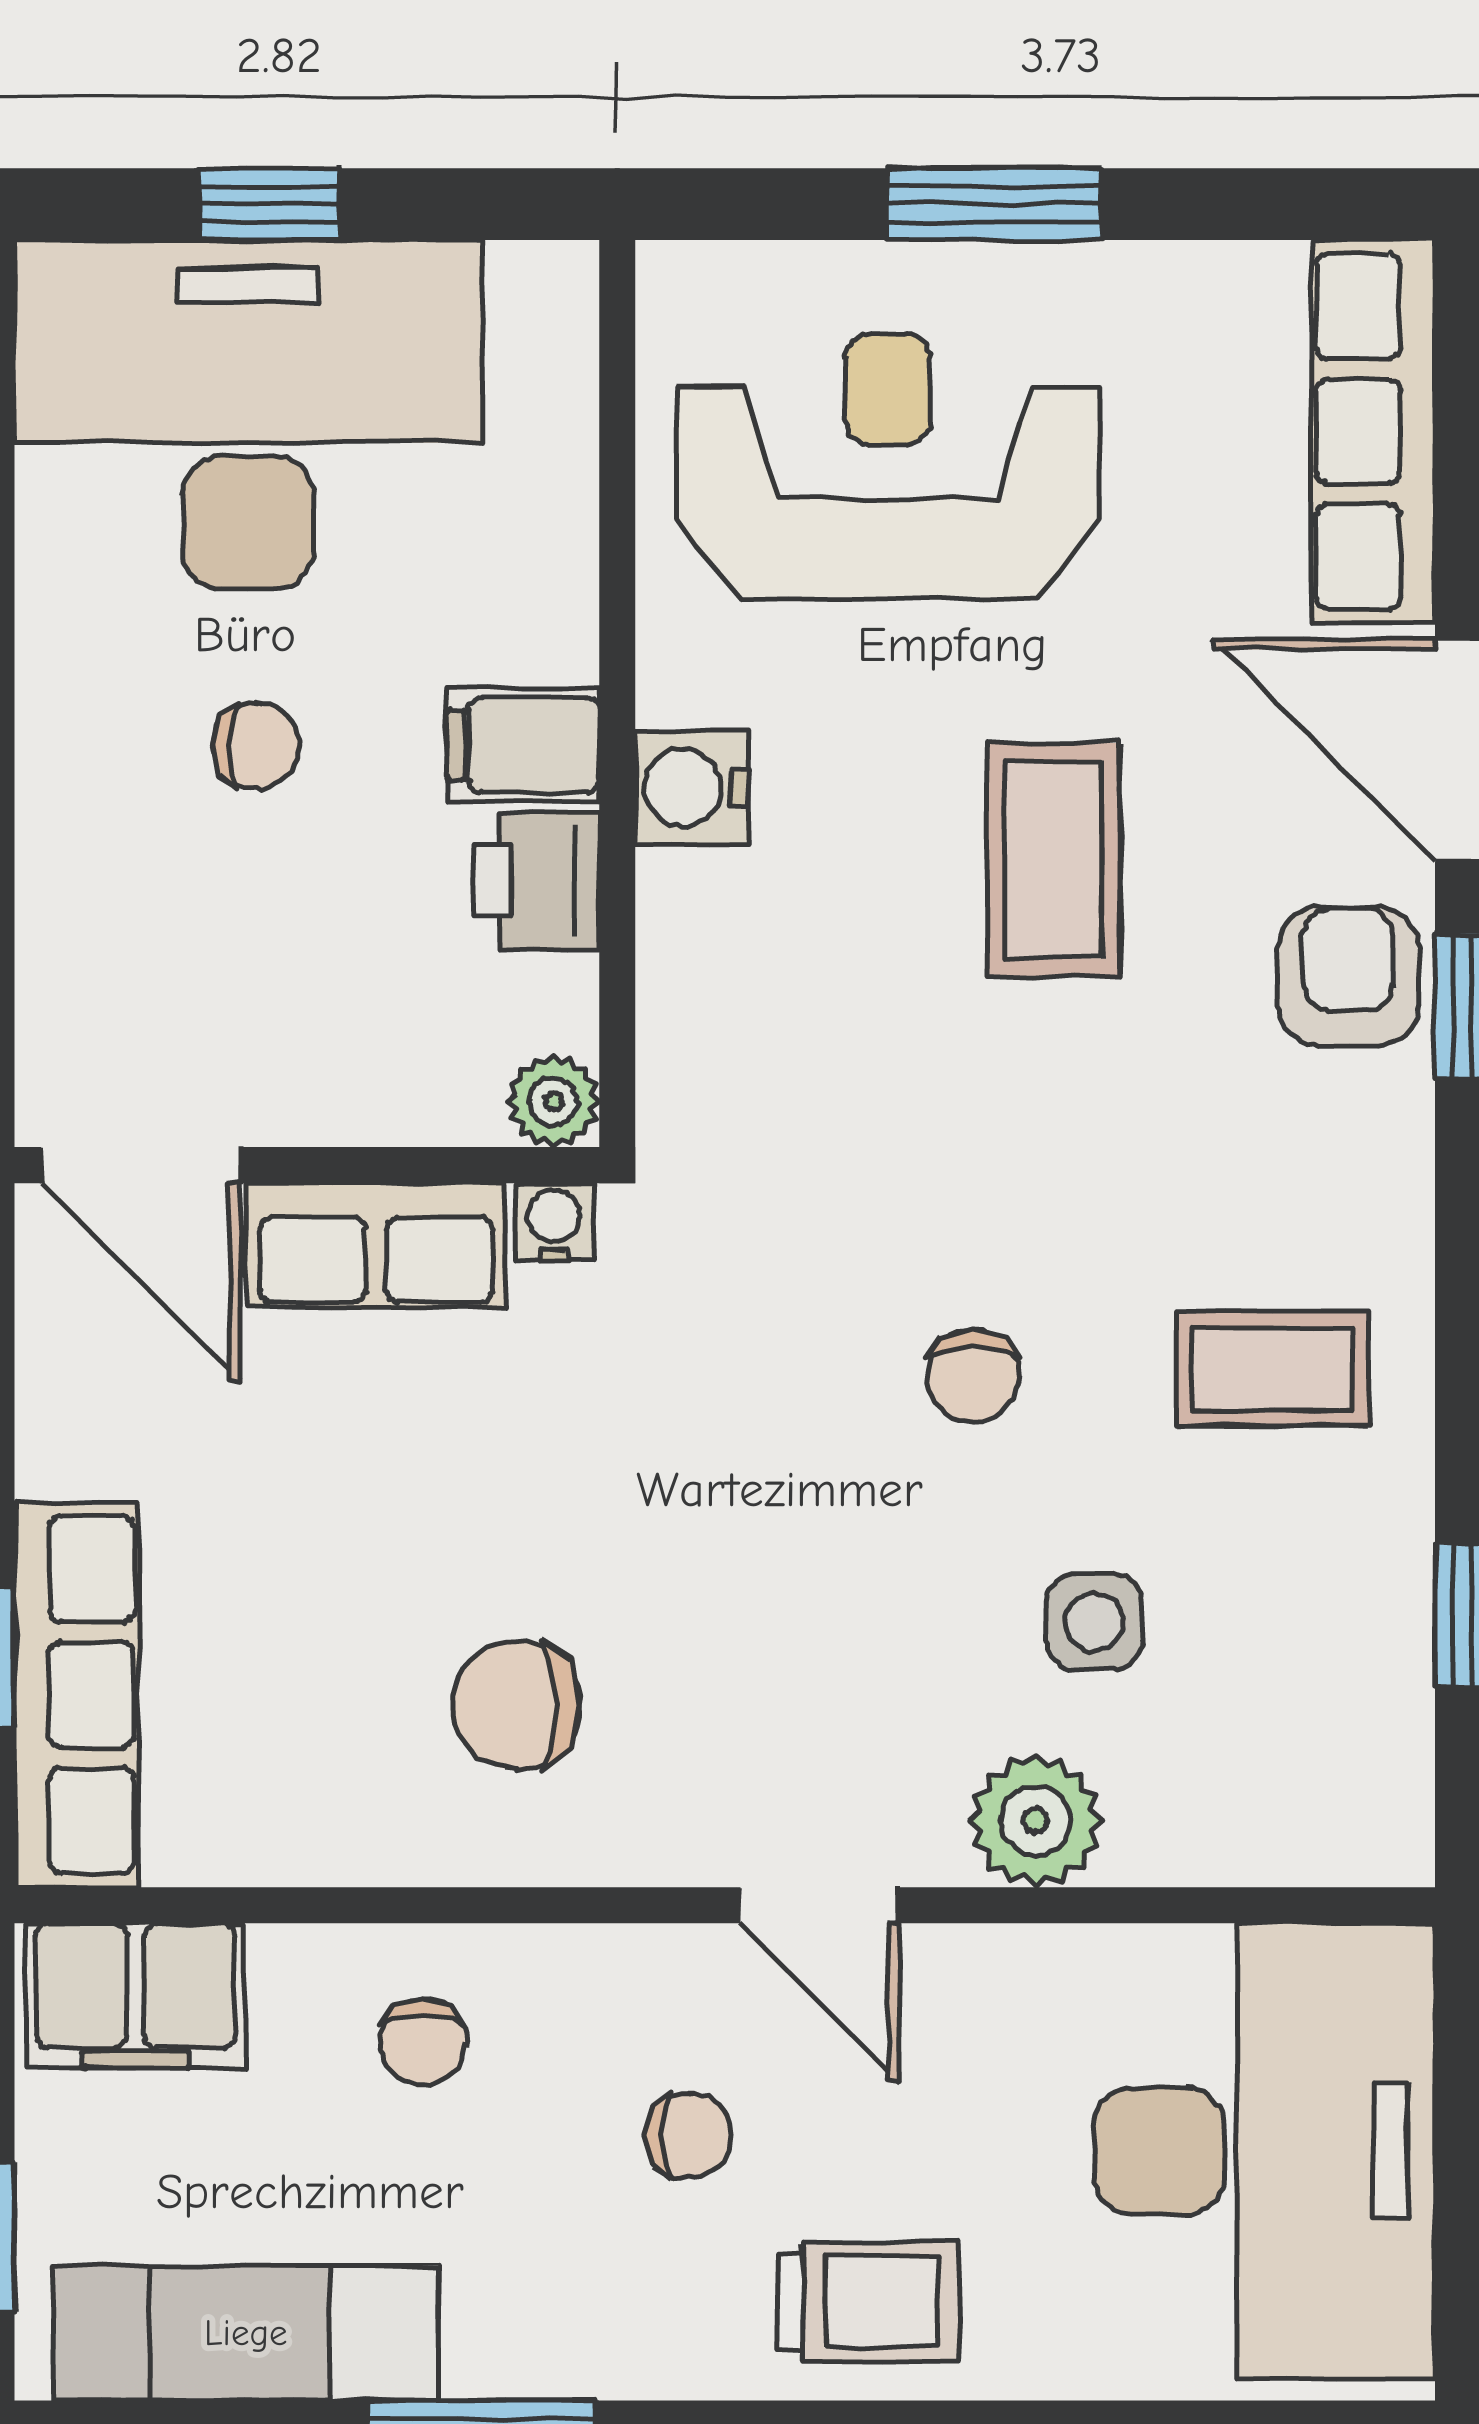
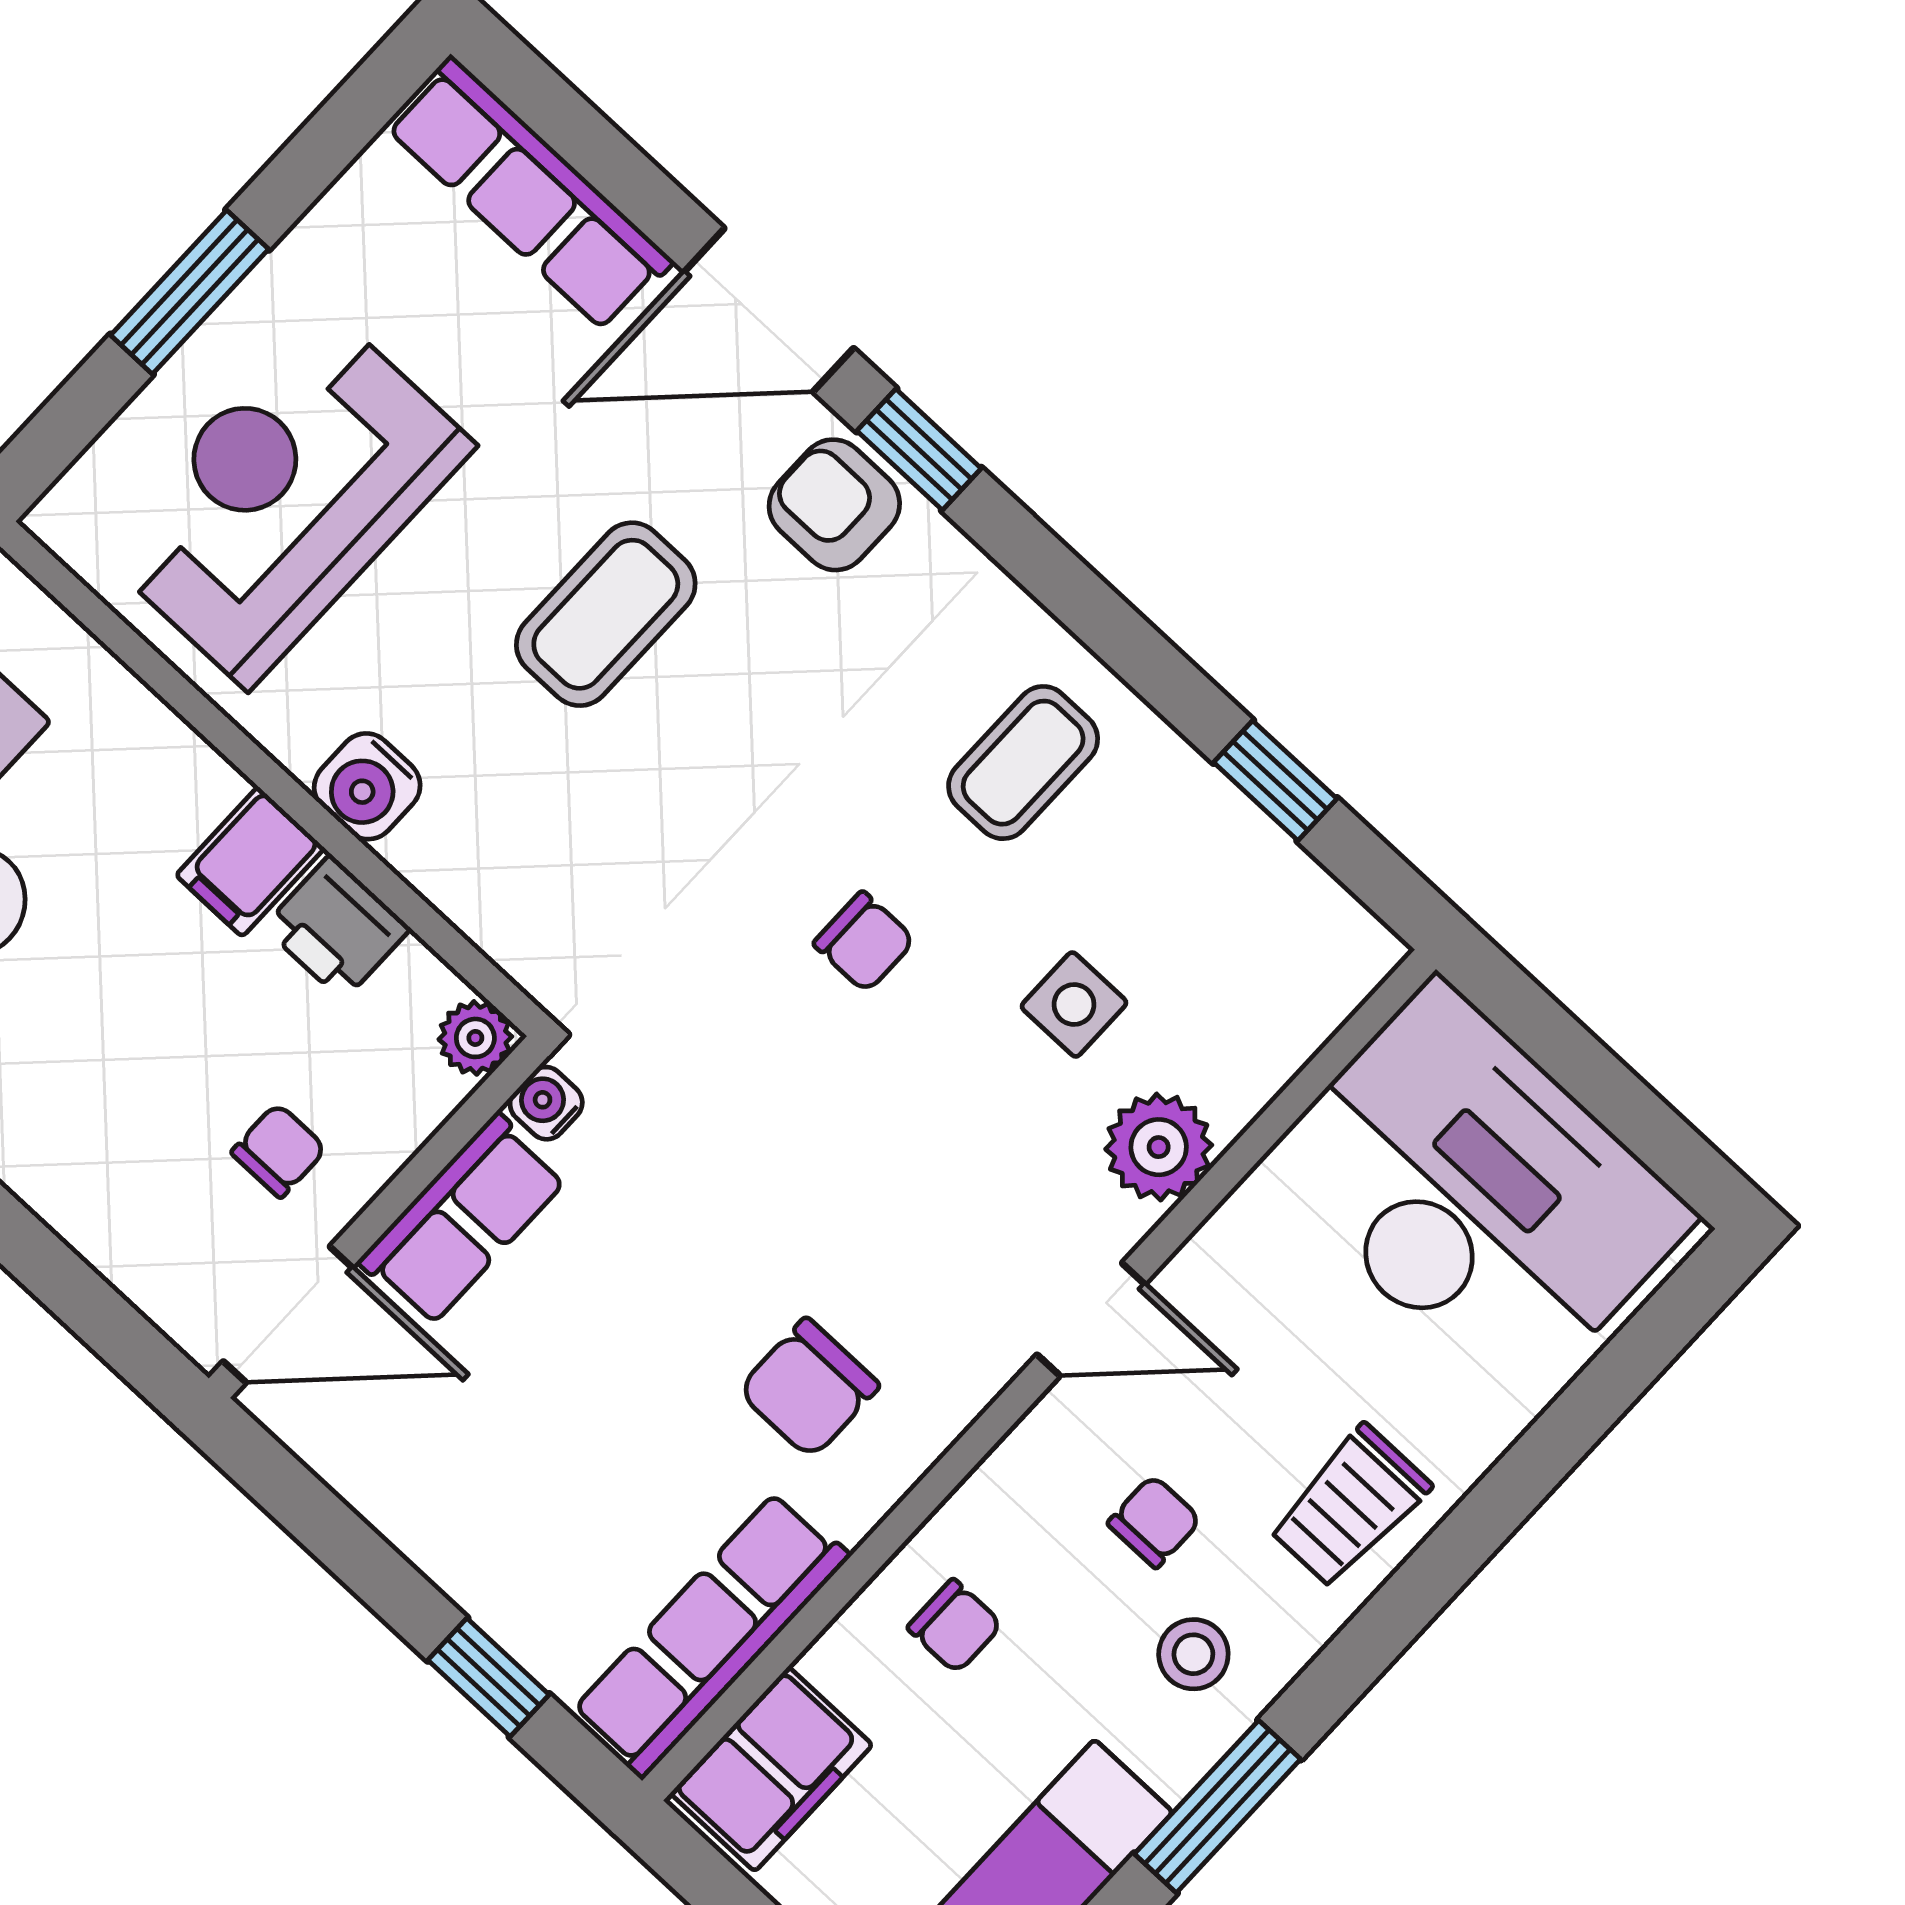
chair: (256, 746) -> (279, 1151), moved
coffee table: (1053, 860) -> (606, 614), turned 90
row of seats: (77, 1695) -> (711, 1634), moved, turned -90
stool: (600, 2285) -> (1193, 1654), added
trolley: (869, 2302) -> (1350, 1506), turned 180

